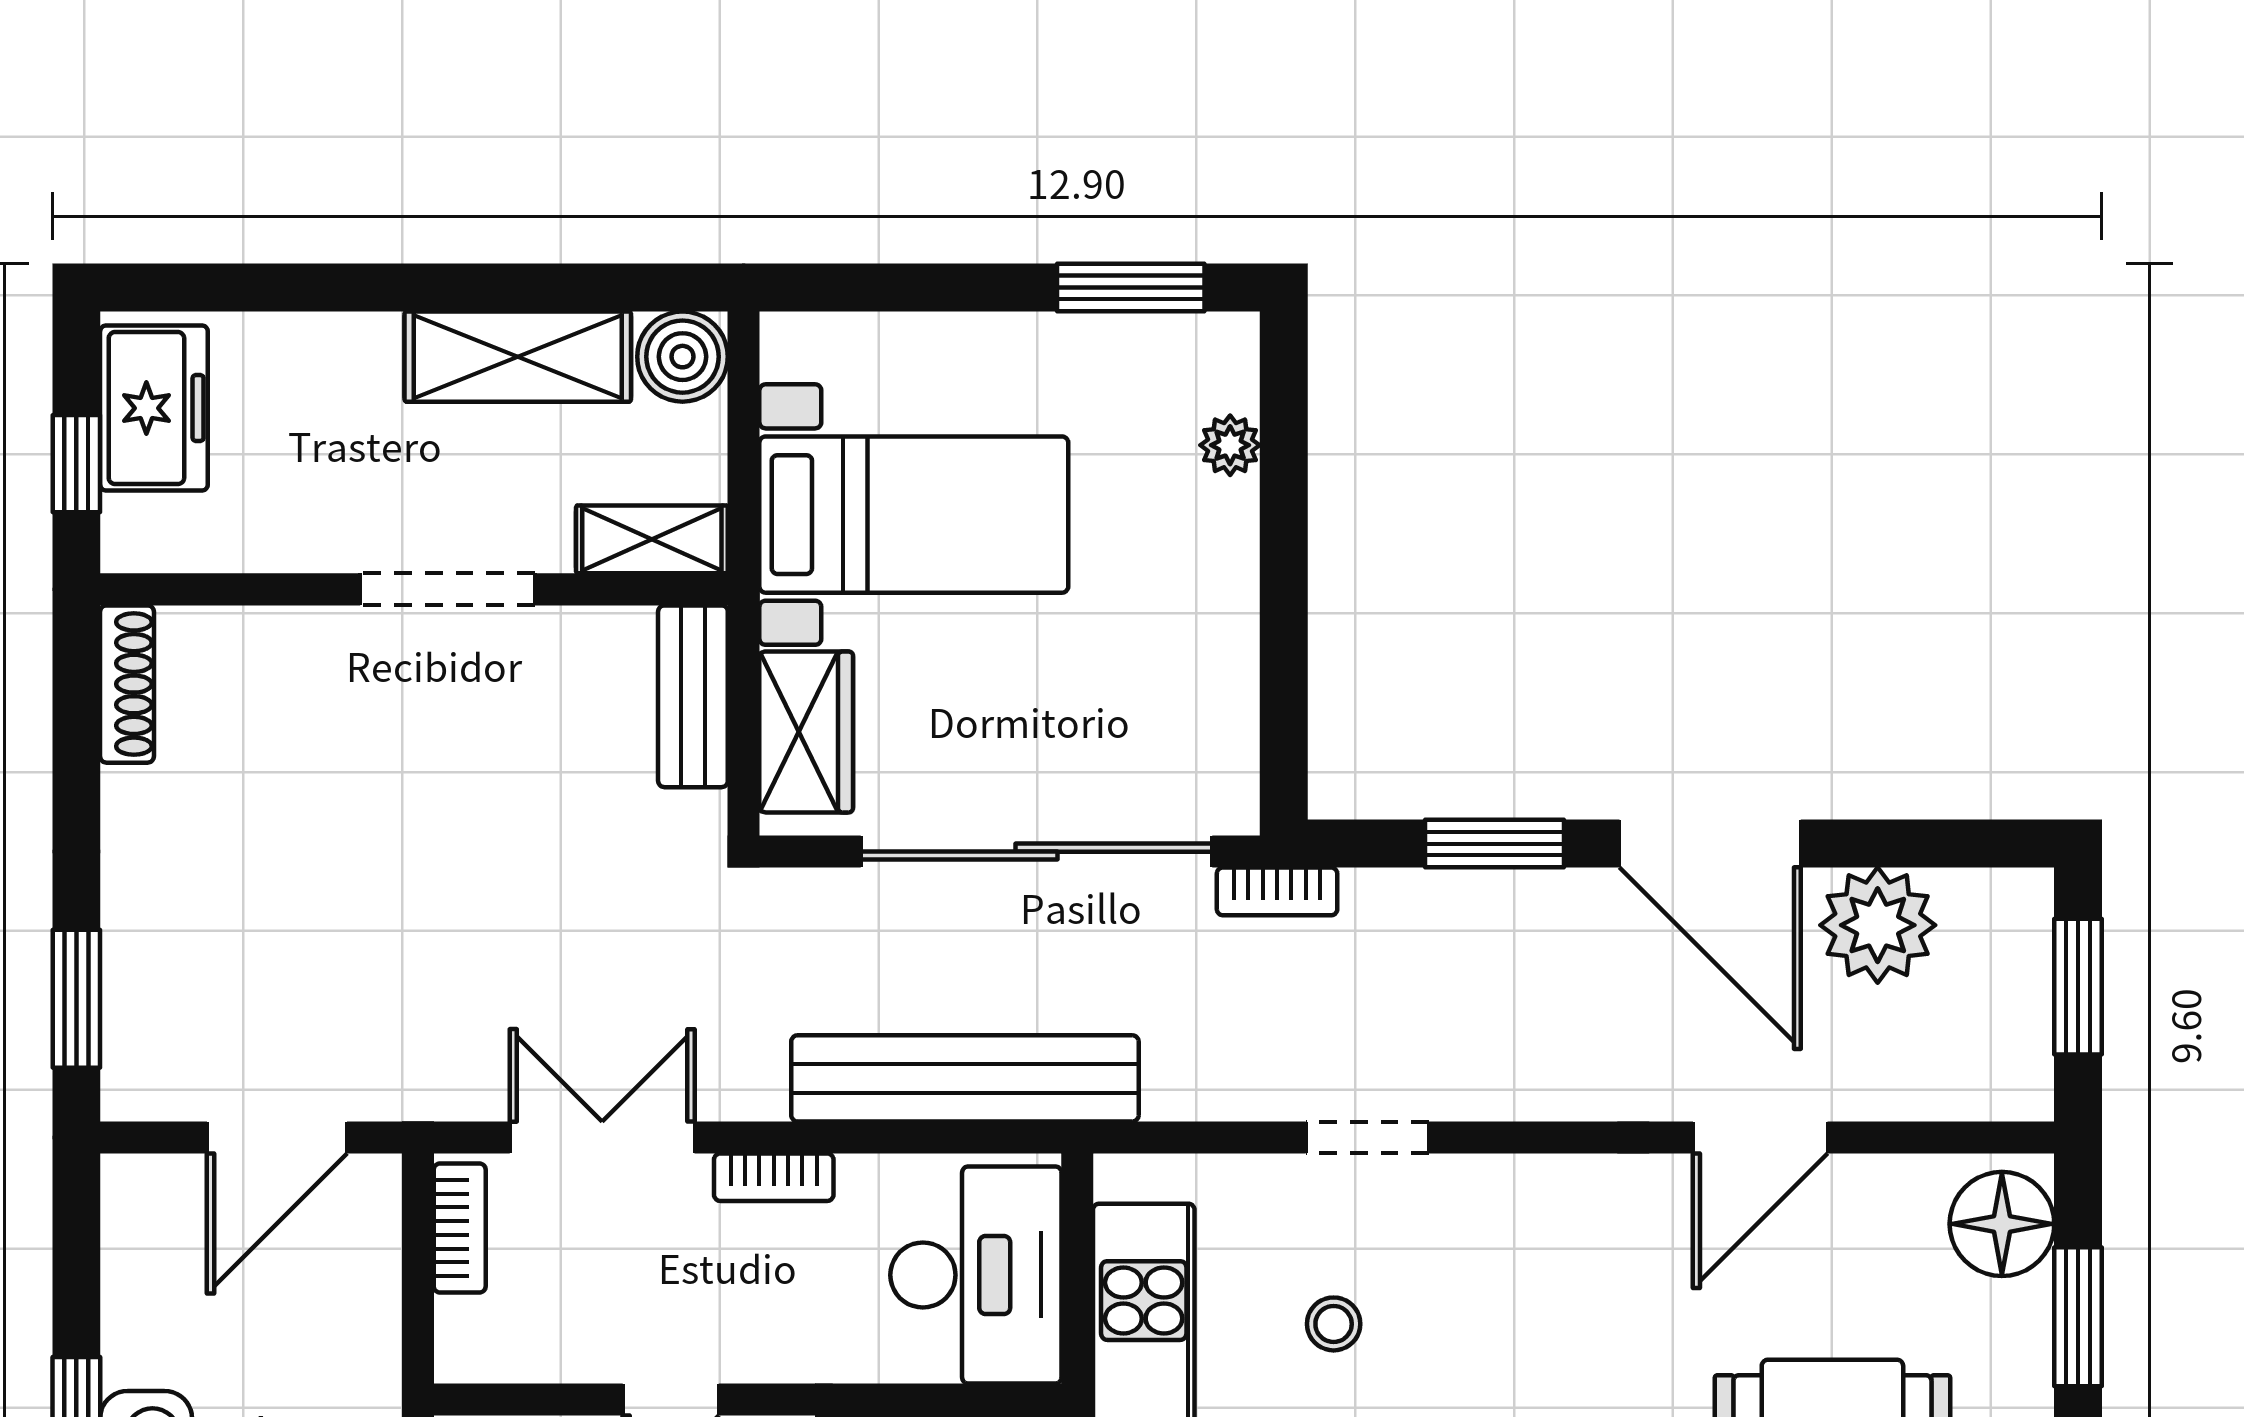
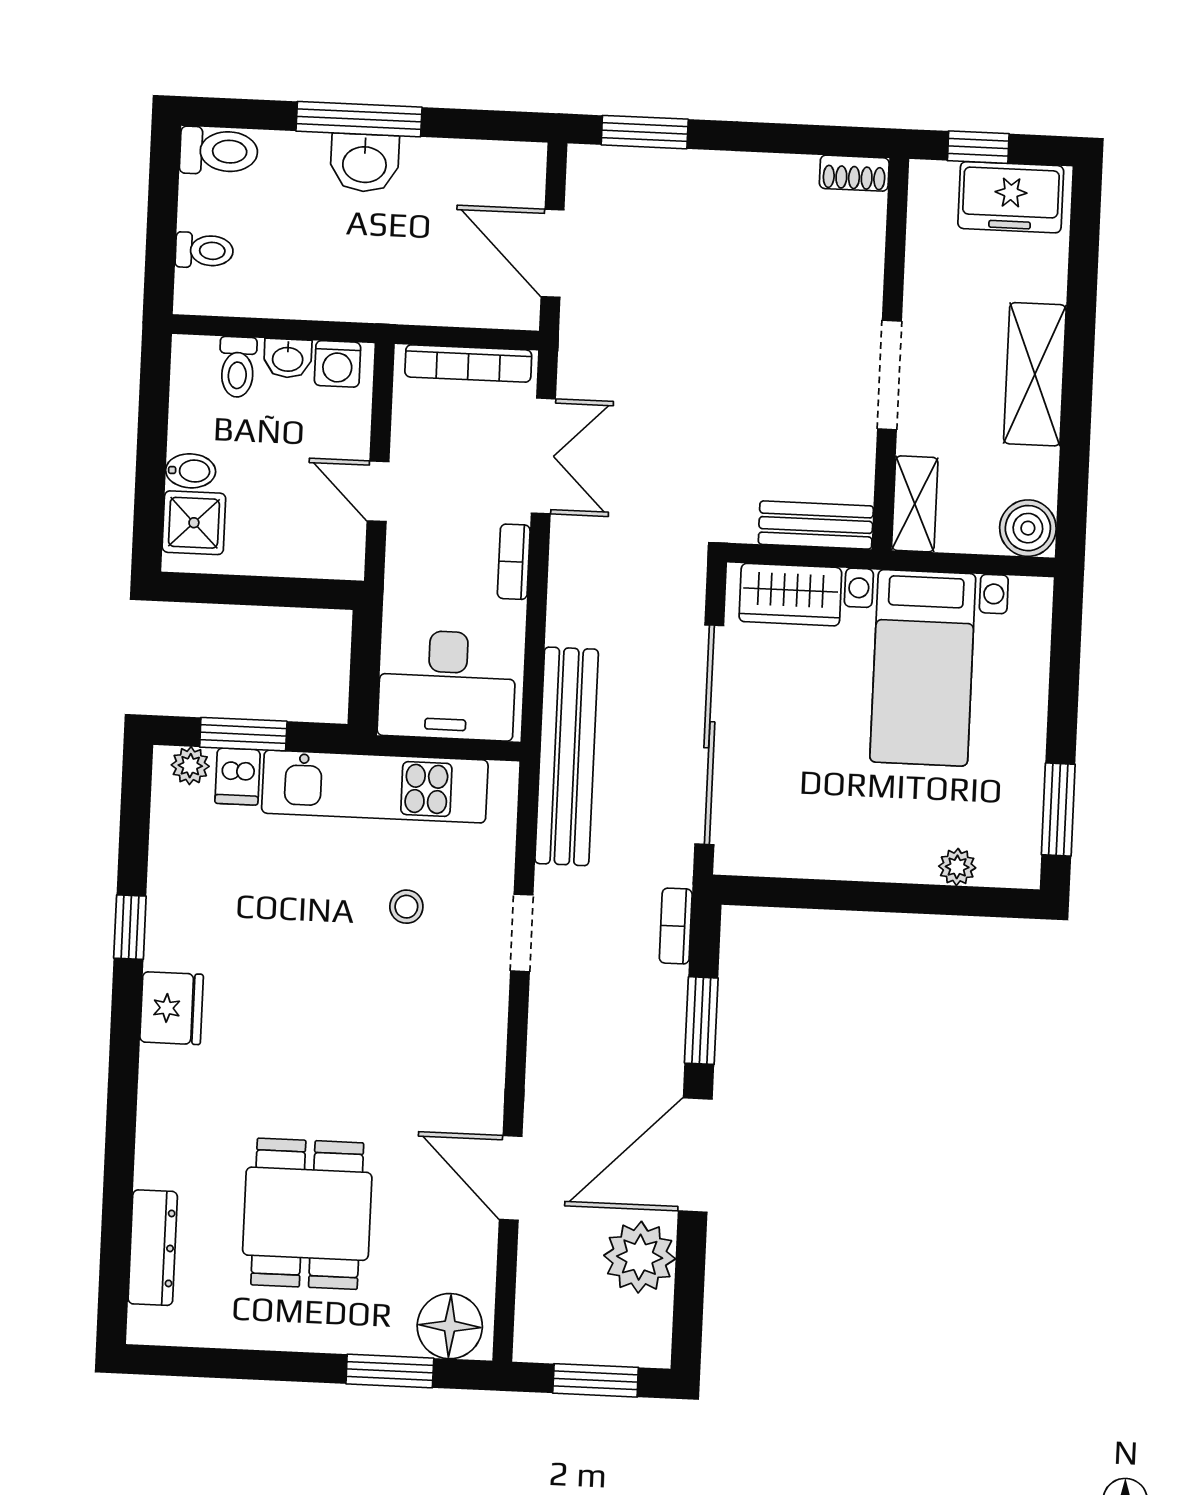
shelving: (518, 357) -> (1035, 374), moved
shoe rack: (127, 684) -> (854, 173), width x0.70
bookcase: (1277, 891) -> (676, 926), moved
bench: (965, 1078) -> (567, 756), moved
bookcase: (460, 1228) -> (468, 363), width x1.56

